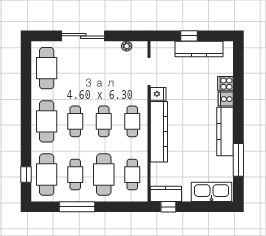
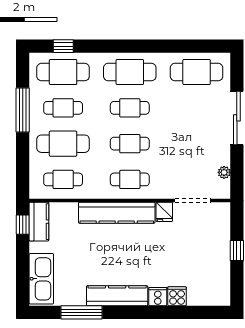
kitchen counter: (199, 49) -> (220, 263), removed

